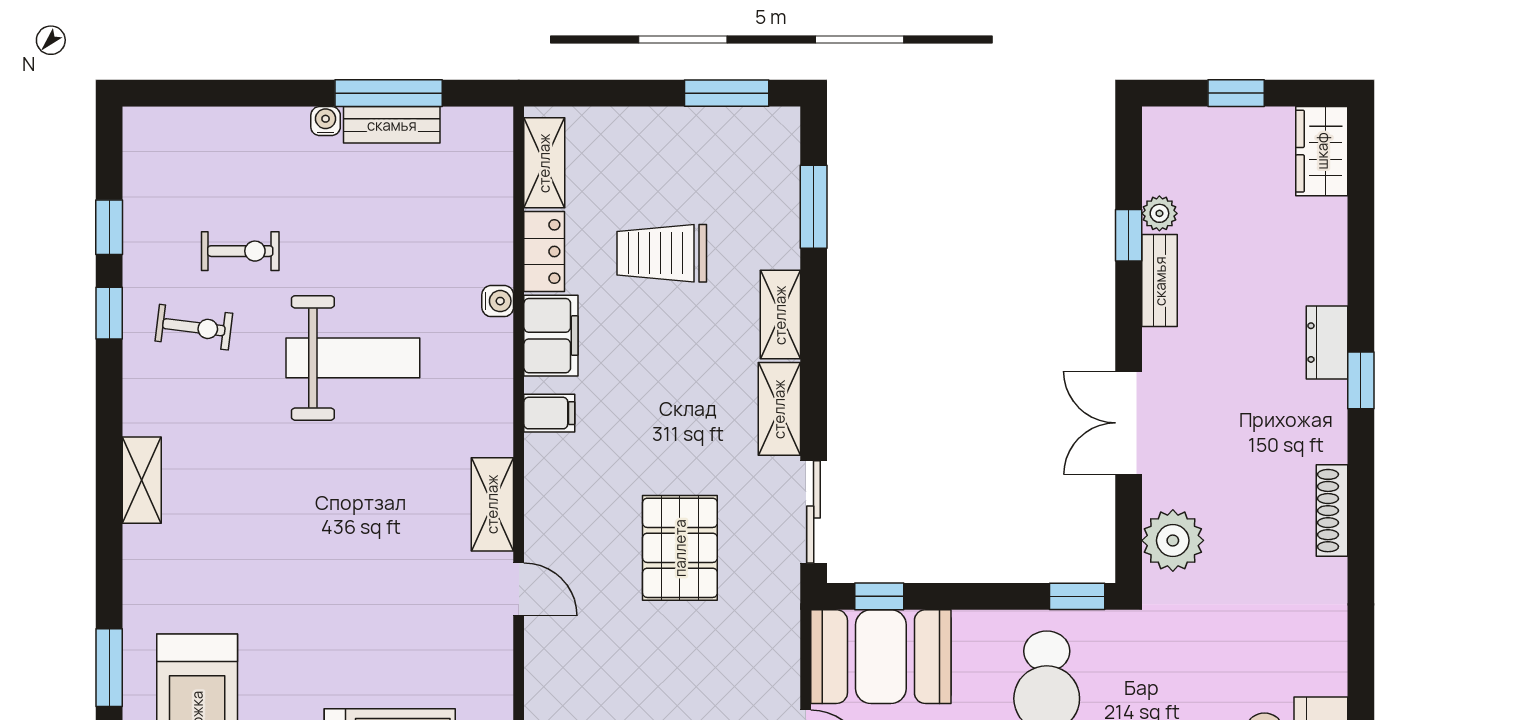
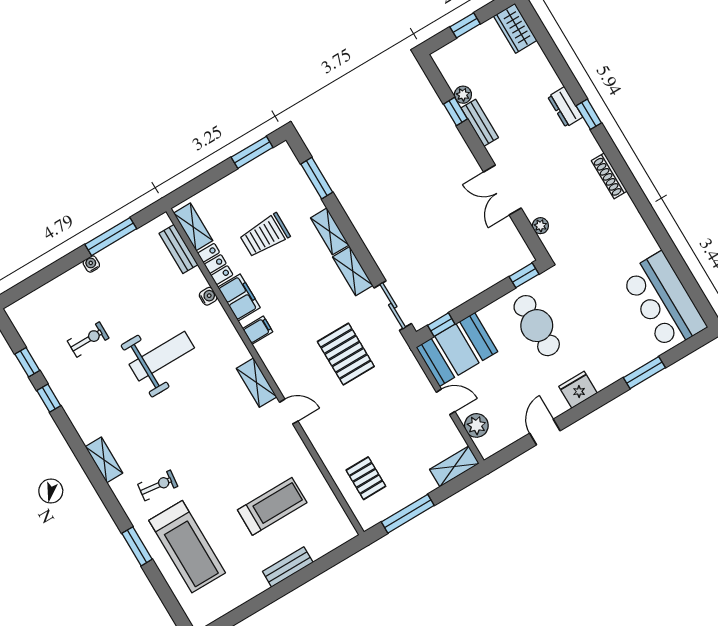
bench: (392, 125) -> (178, 249), moved, turned 90
exercise bike: (194, 327) -> (158, 485), moved
plant: (1173, 540) -> (540, 226), width x0.53, depth x0.53

